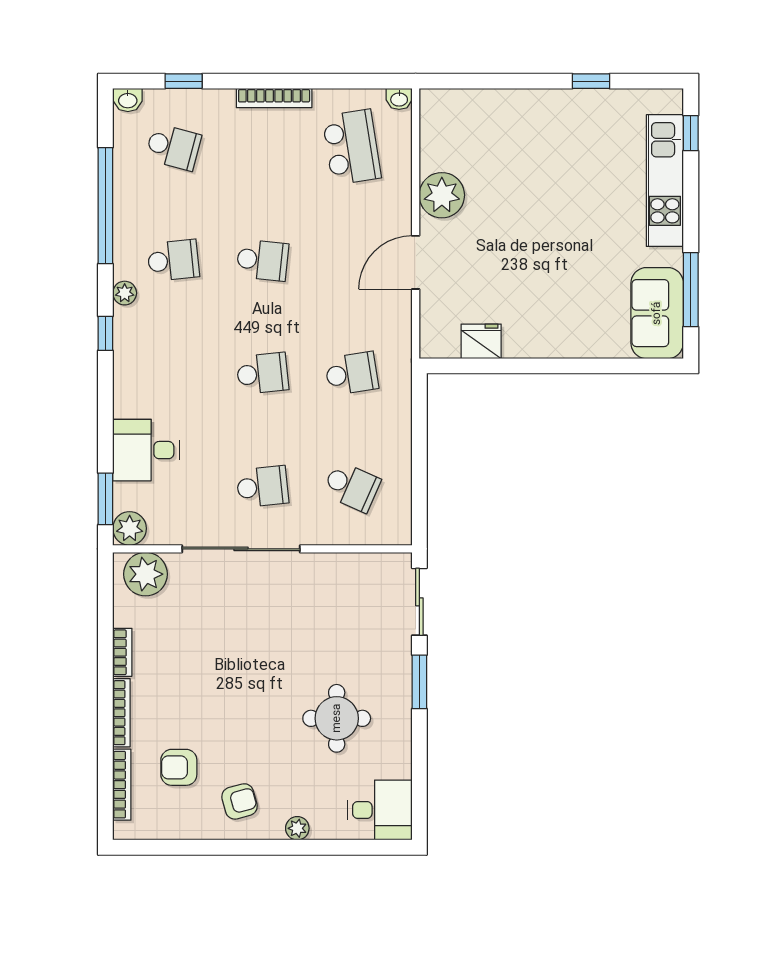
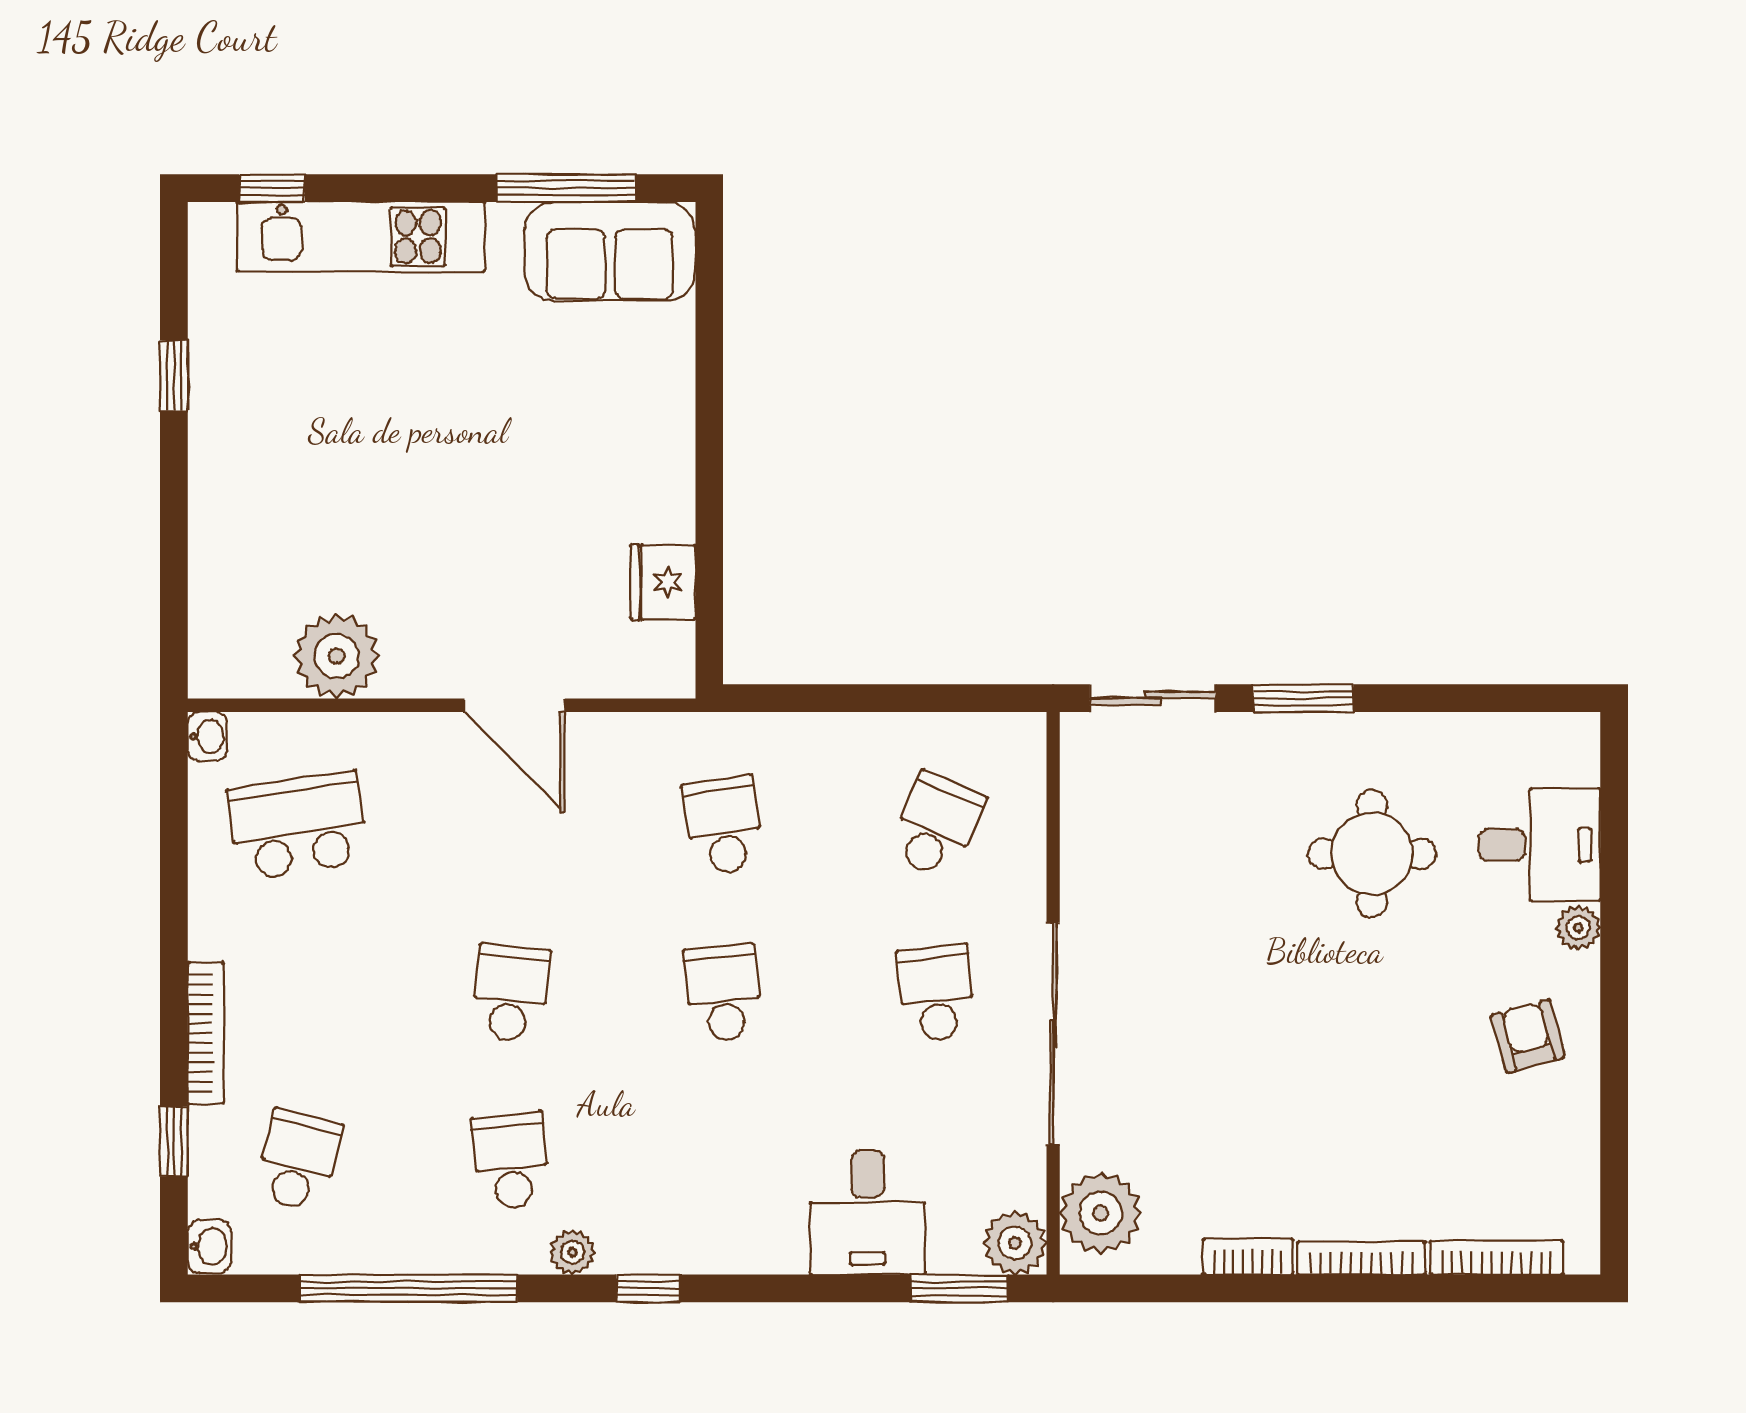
bookcase: (274, 98) -> (206, 1033), moved
plant: (442, 195) -> (336, 656), moved
armchair: (179, 767) -> (1464, 1150), removed
desk: (380, 810) -> (1540, 845), moved, turned 90

